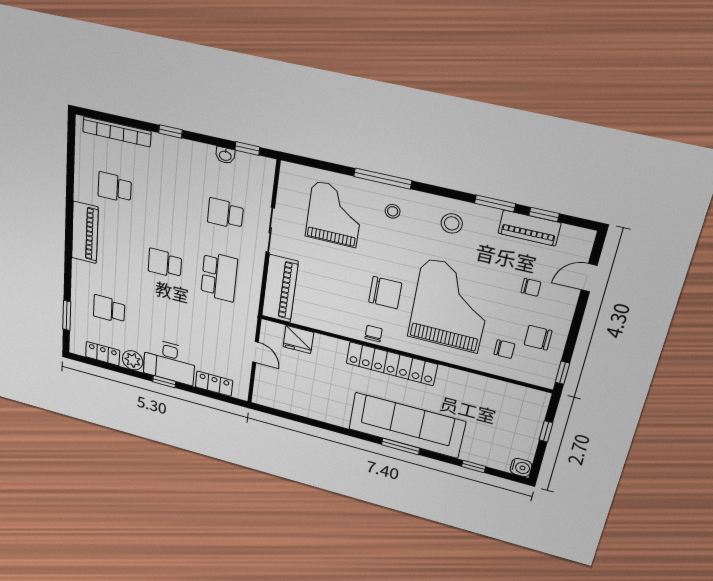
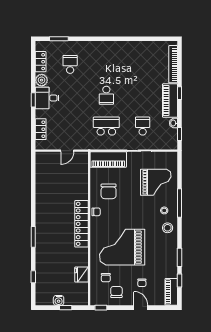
school desk: (115, 187) -> (143, 64), removed
stool: (452, 223) -> (168, 228), moved
piano: (529, 228) -> (171, 292), moved
piano: (85, 233) -> (170, 101), moved, turned 90
school desk: (165, 263) -> (106, 95), turned 180
school desk: (219, 277) -> (106, 126), turned 180
door: (589, 278) -> (141, 308), moved
chair: (385, 293) -> (109, 191), moved
grand piano: (450, 306) -> (122, 247), turned 180
fridge: (298, 340) -> (81, 275), moved
desk: (169, 362) -> (47, 98), width x0.73
sofa: (406, 425) -> (47, 238), removed
water cooler: (521, 468) -> (59, 300), moved

